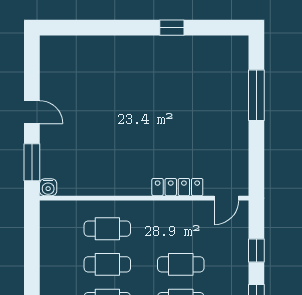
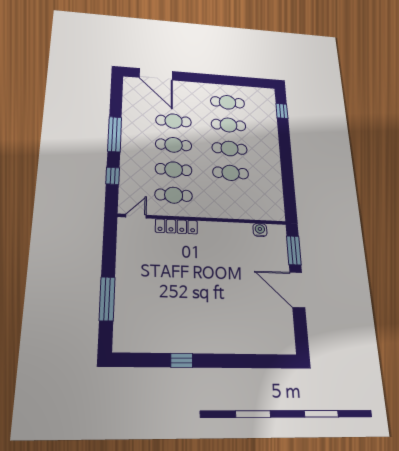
door: (32, 112) -> (297, 290), width x1.88
water cooler: (48, 187) -> (260, 230), moved
cafe table: (107, 229) -> (174, 195), moved

